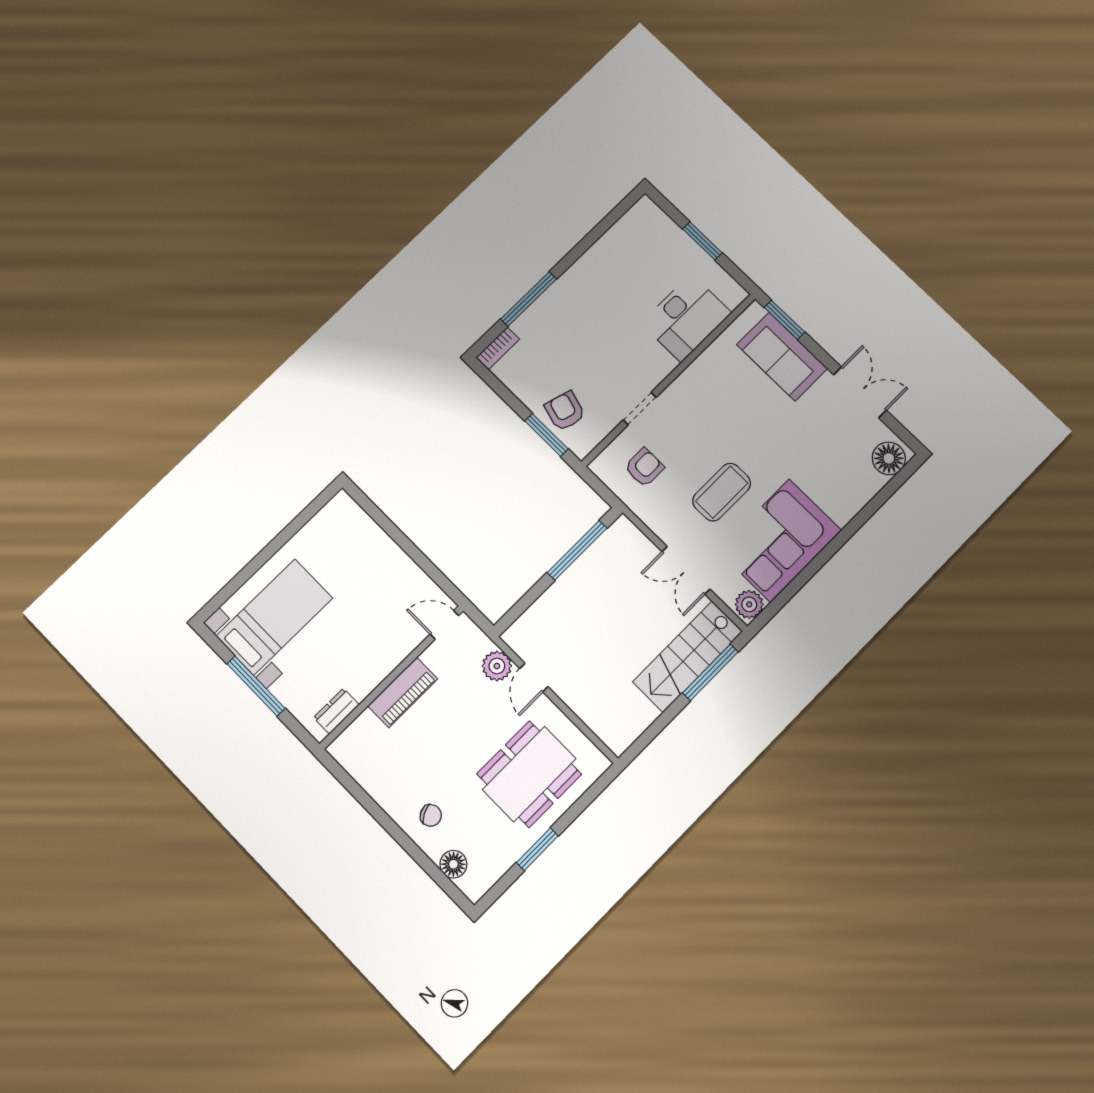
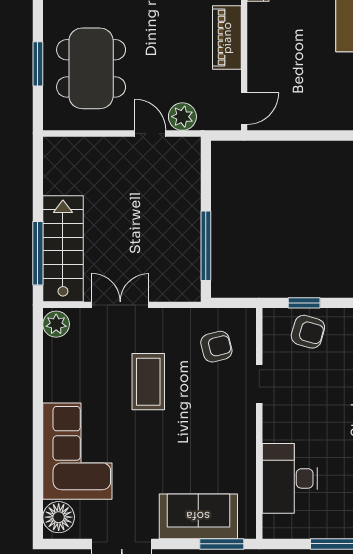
window: (546, 435) -> (304, 303), width x0.67
armchair: (644, 467) -> (216, 347), turned -104
corner sofa: (780, 541) -> (77, 451), moved
window: (537, 849) -> (38, 64), moved

